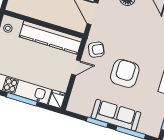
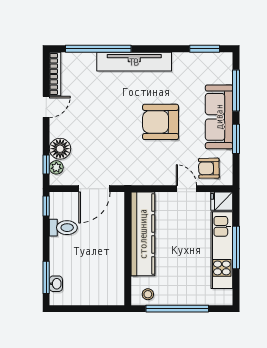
armchair: (96, 50) -> (209, 168), moved, turned -65
door: (76, 68) -> (186, 189), moved

